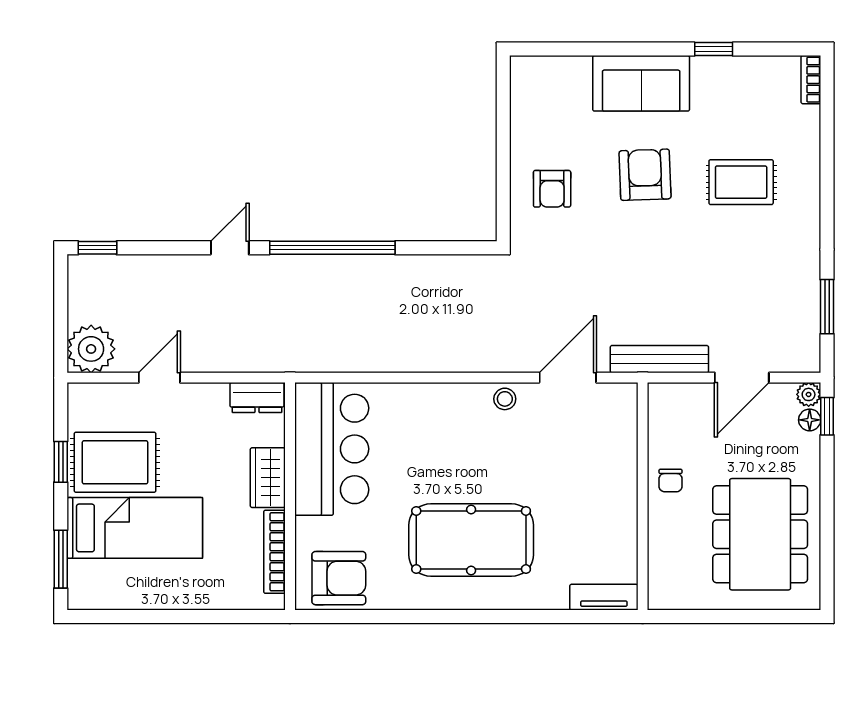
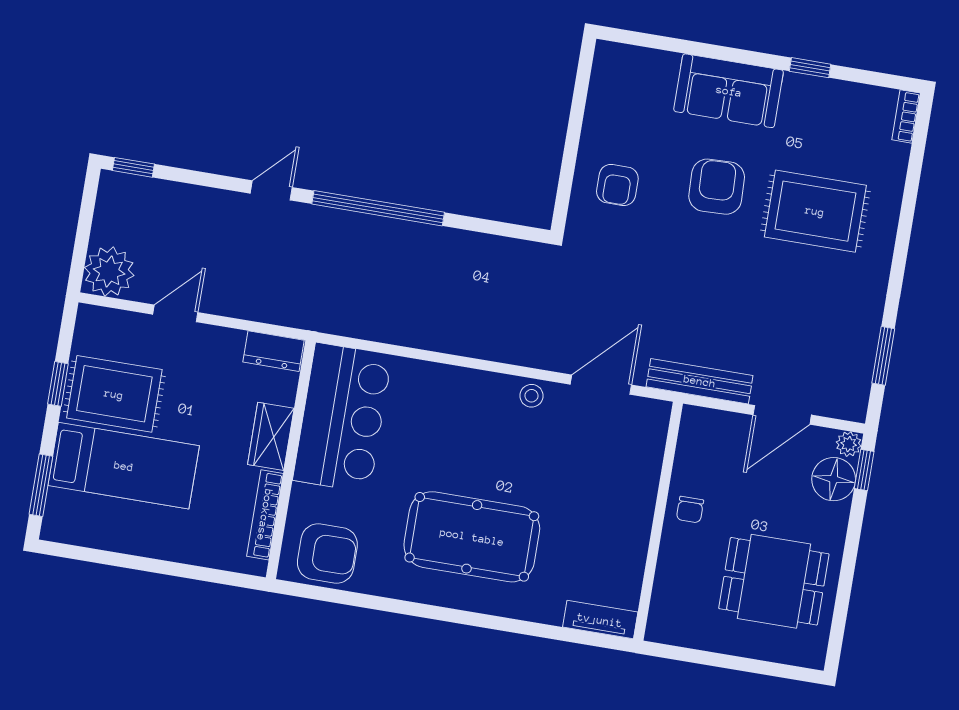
rug: (741, 182) -> (815, 211), width x1.36, depth x1.43
floor lamp: (810, 420) -> (834, 479), width x1.89, depth x1.89
dining table: (760, 534) -> (774, 581), width x0.73

